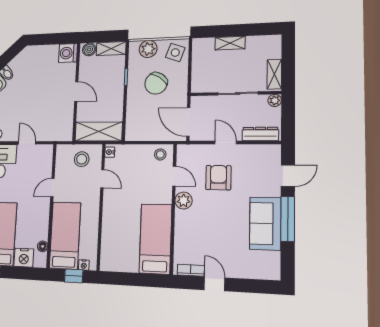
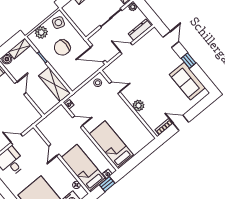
chair: (156, 83) -> (62, 47), turned 57
door: (76, 92) -> (20, 88), hinge flipped
shelving: (99, 132) -> (54, 84), moved, turned 90
stool: (82, 159) -> (57, 121), removed
armchair: (218, 178) -> (138, 69), removed
plant: (184, 201) -> (138, 106), moved
window: (288, 219) -> (189, 61), width x0.46
sofa: (265, 224) -> (187, 81), moved
bed: (155, 239) -> (112, 145), moved

